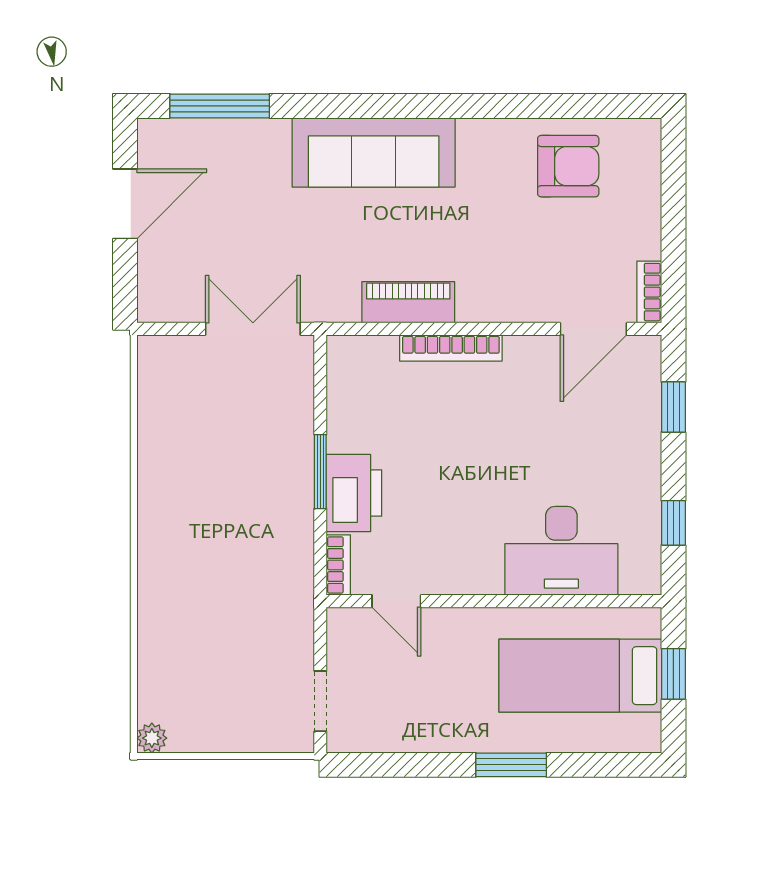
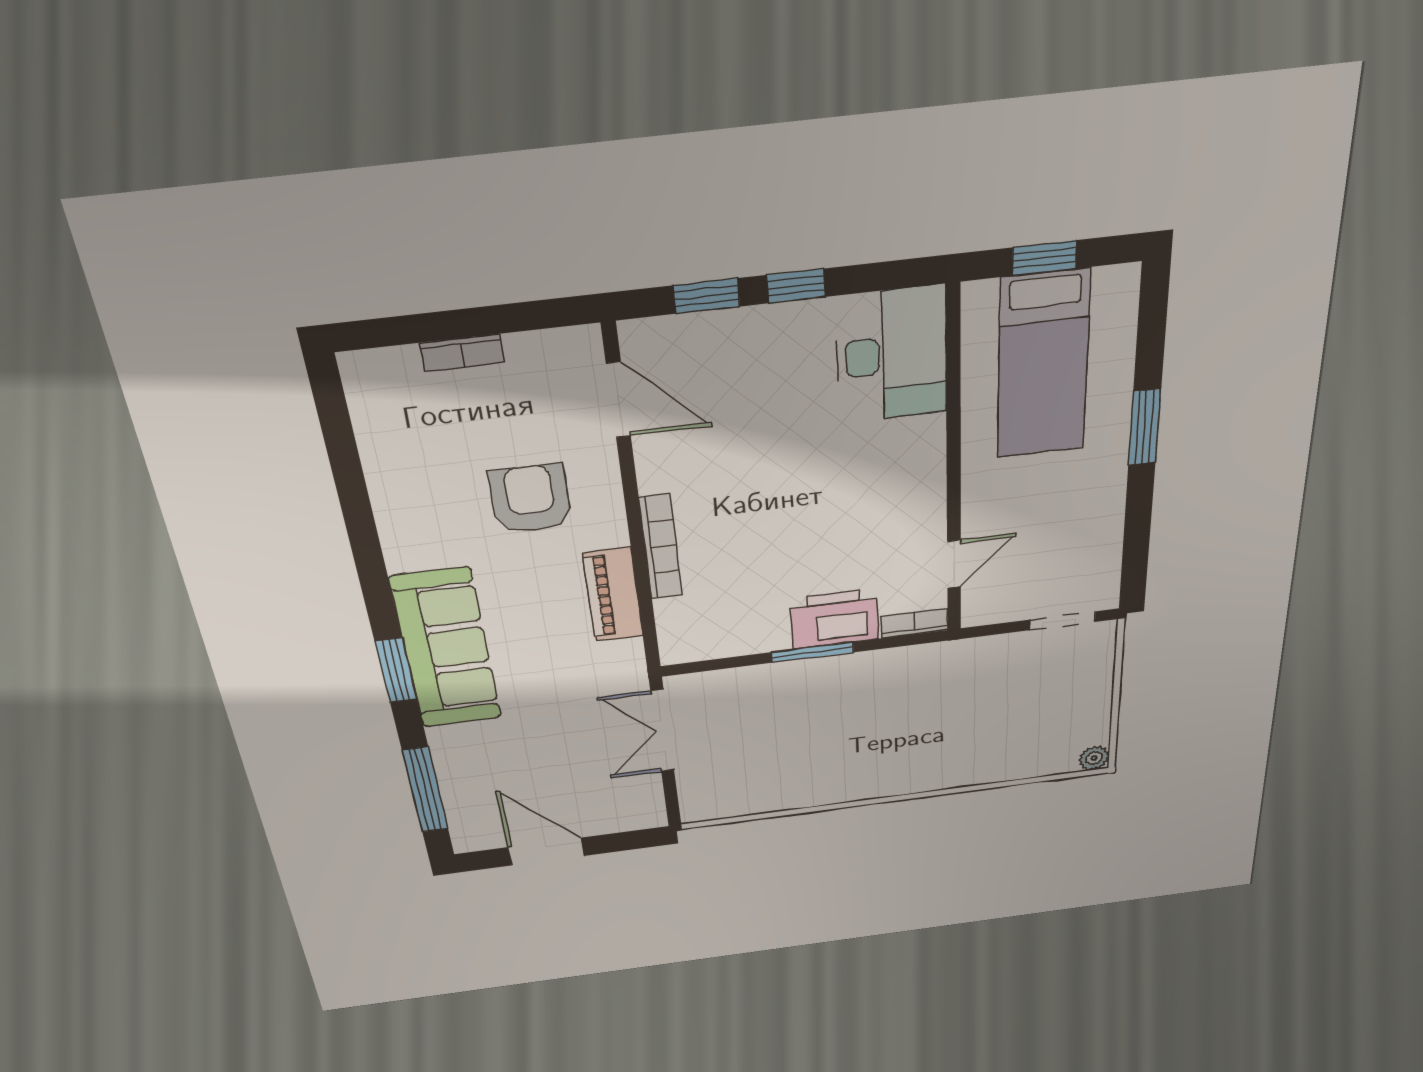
window: (357, 106) -> (396, 670), added
armchair: (568, 166) -> (530, 499), moved
bookcase: (649, 292) -> (462, 353), moved
window: (673, 523) -> (796, 286), moved
desk: (561, 551) -> (892, 355), moved

